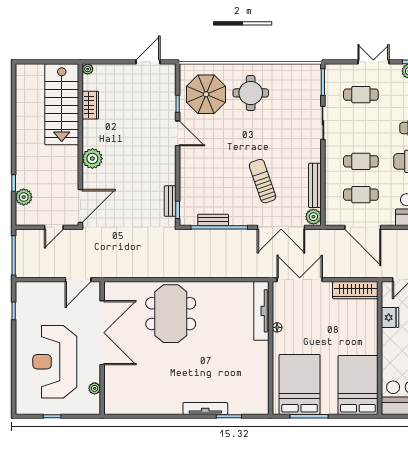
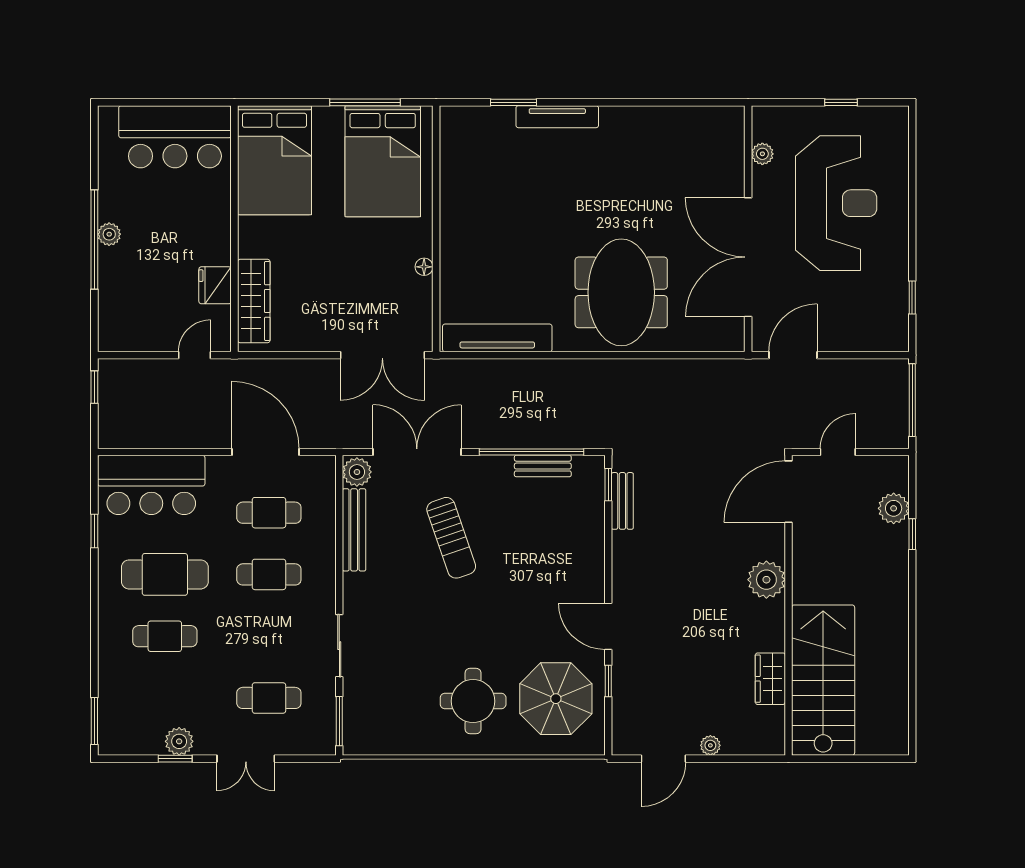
plant: (88, 69) -> (710, 745), moved
wardrobe: (355, 290) -> (254, 301), moved, turned 90
tv unit: (261, 311) -> (497, 338), moved, turned -90

